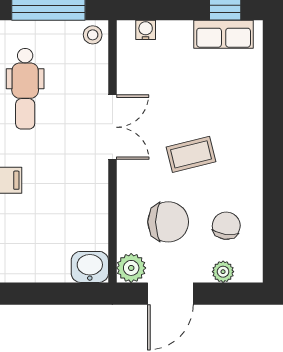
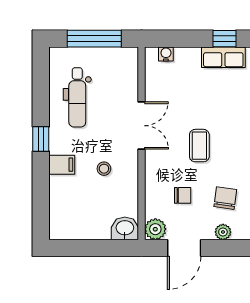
stool: (93, 35) -> (104, 169), moved
coffee table: (191, 154) -> (199, 146), turned -76
chair: (168, 222) -> (183, 195), width x0.54, depth x0.54

